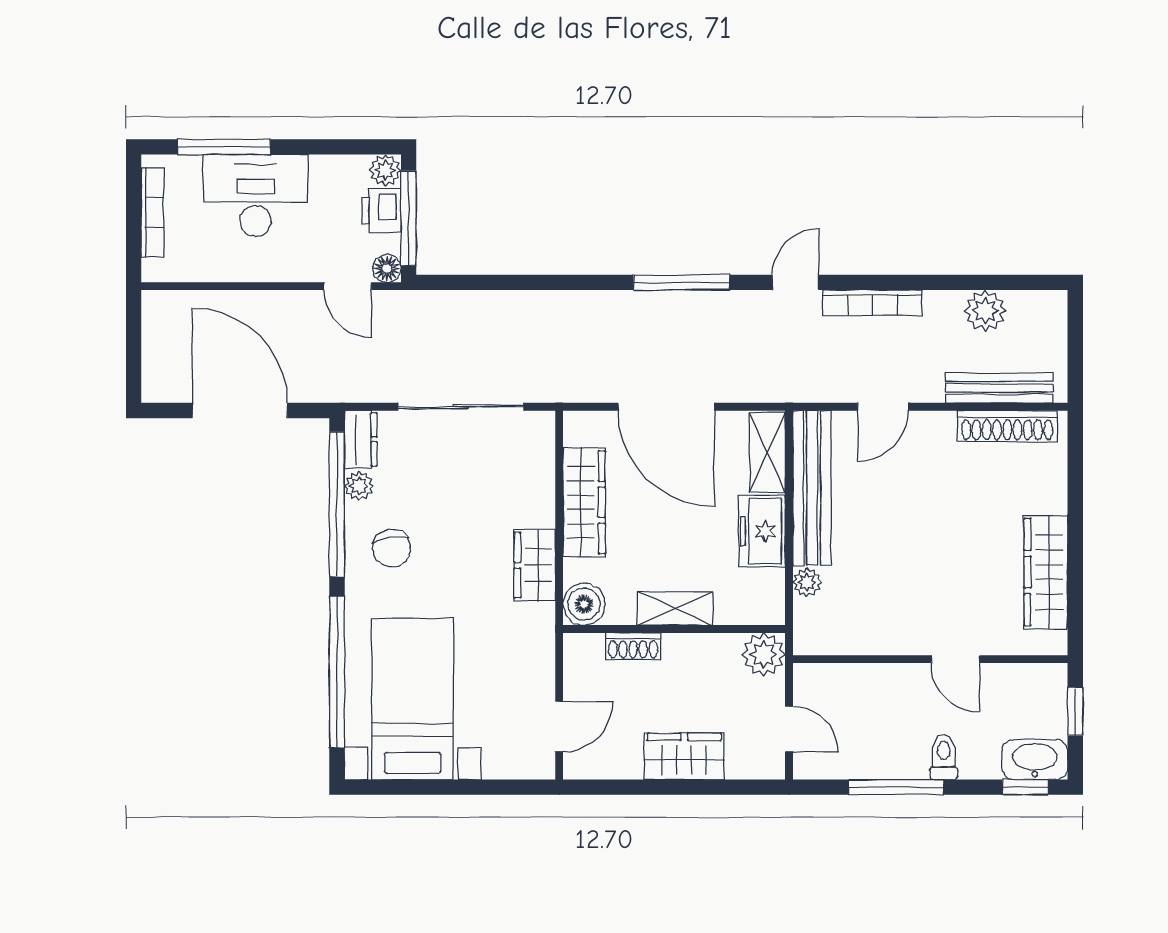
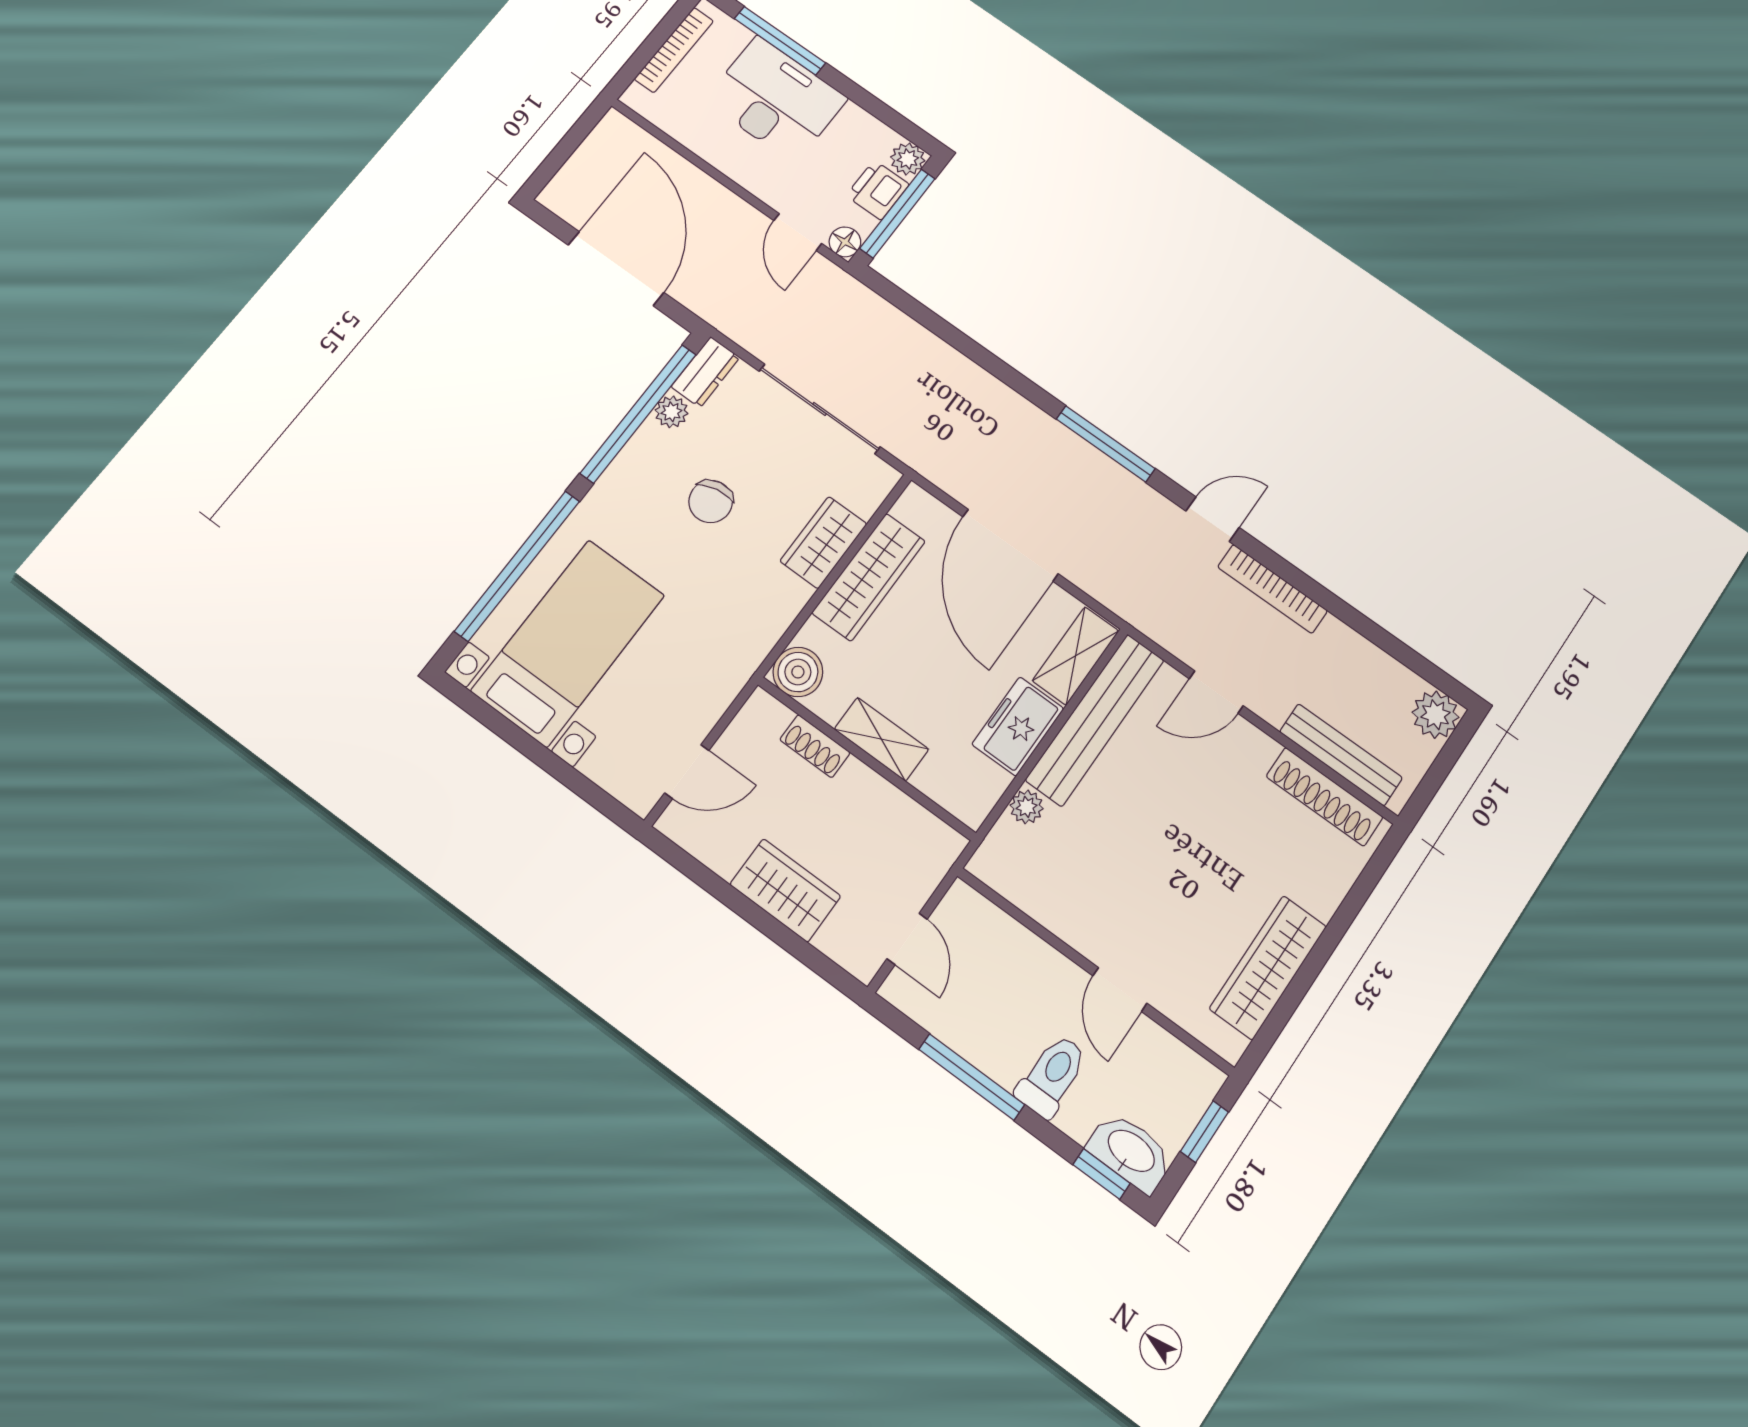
plant: (985, 311) -> (1436, 715), moved
chair: (392, 548) -> (711, 501), moved
wardrobe: (535, 565) -> (823, 542), moved
plant: (764, 654) -> (935, 846), removed
toilet: (944, 757) -> (1052, 1076), width x1.37, depth x1.39

